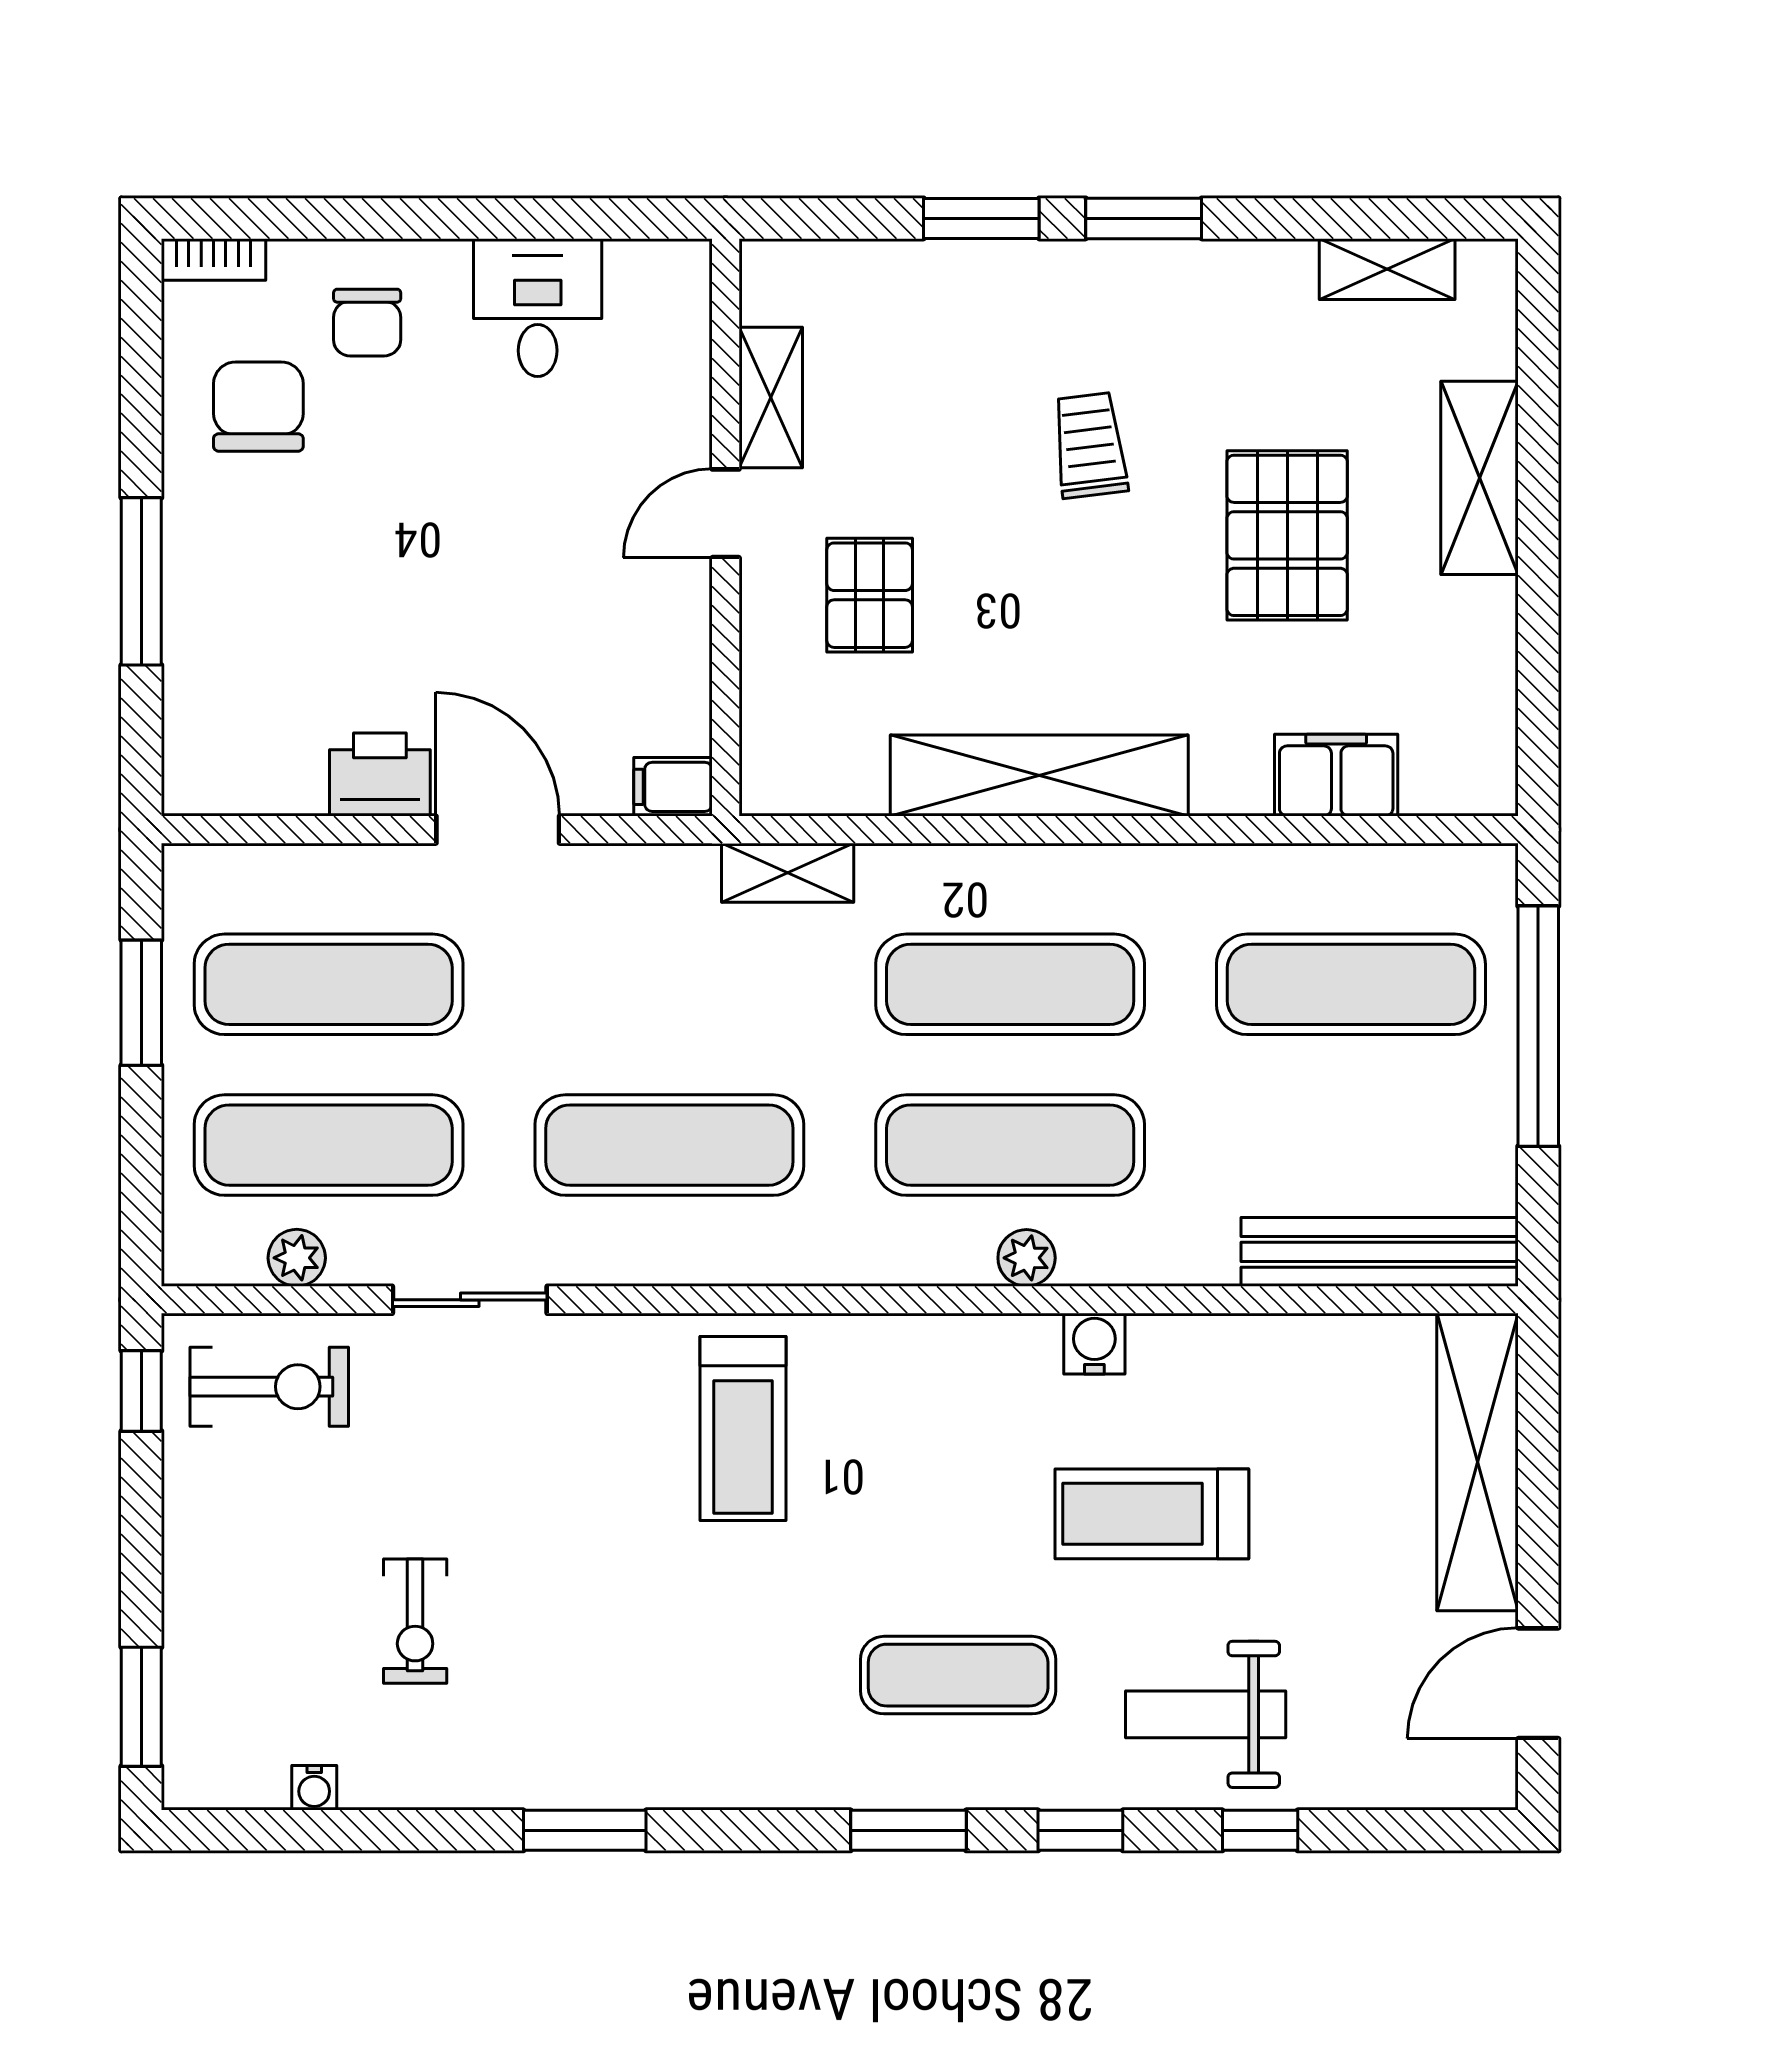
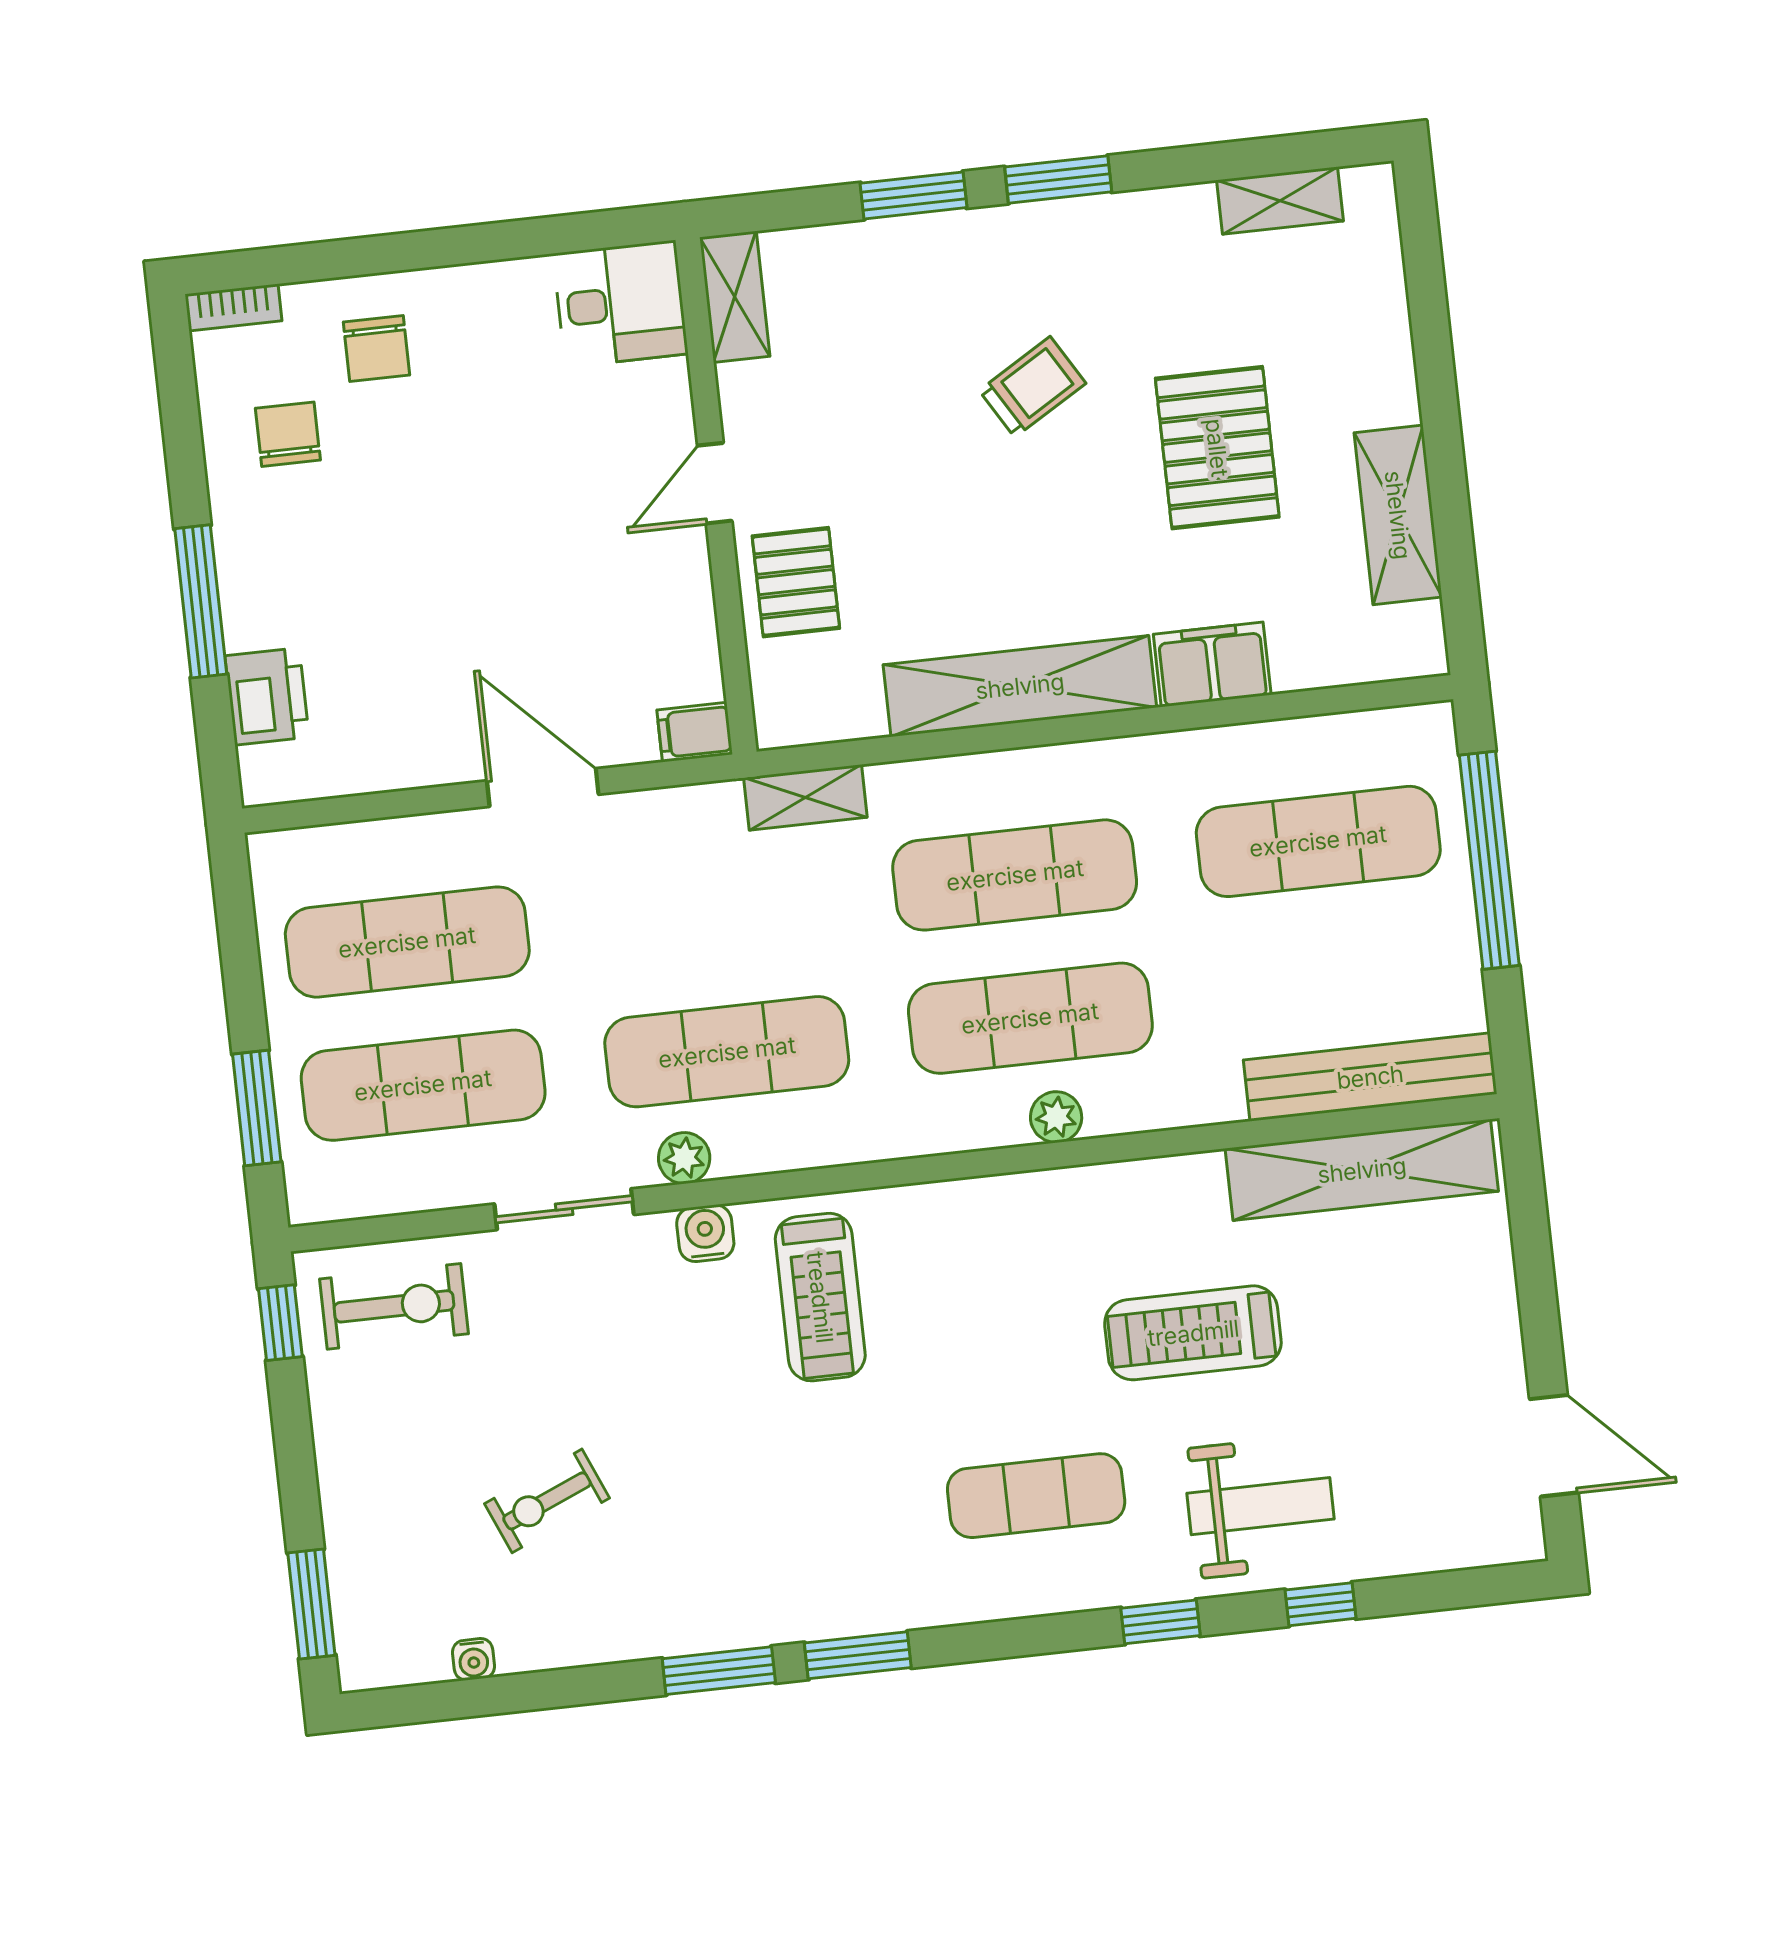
desk: (538, 308) -> (620, 304), moved, turned 90
shelving: (771, 398) -> (735, 297), moved
chair: (258, 407) -> (288, 434), width x0.73, depth x0.73
trolley: (1090, 445) -> (1032, 387), turned 66
shelving: (1479, 478) -> (1398, 515), moved
pallet: (870, 595) -> (796, 582), moved
printer: (380, 775) -> (267, 696), moved, turned 90
filing cabinet: (1336, 775) -> (1212, 665), moved
window: (141, 1003) -> (257, 1108), moved
plant: (297, 1258) -> (684, 1158), moved
water cooler: (1094, 1344) -> (705, 1233), moved
shelving: (1477, 1462) -> (1362, 1170), moved, turned 90
exercise bike: (415, 1621) -> (547, 1501), turned 67
door: (1538, 1683) -> (1554, 1446), swing flipped
weight bench: (1206, 1714) -> (1261, 1506), turned 180
window: (908, 1830) -> (858, 1655), moved

